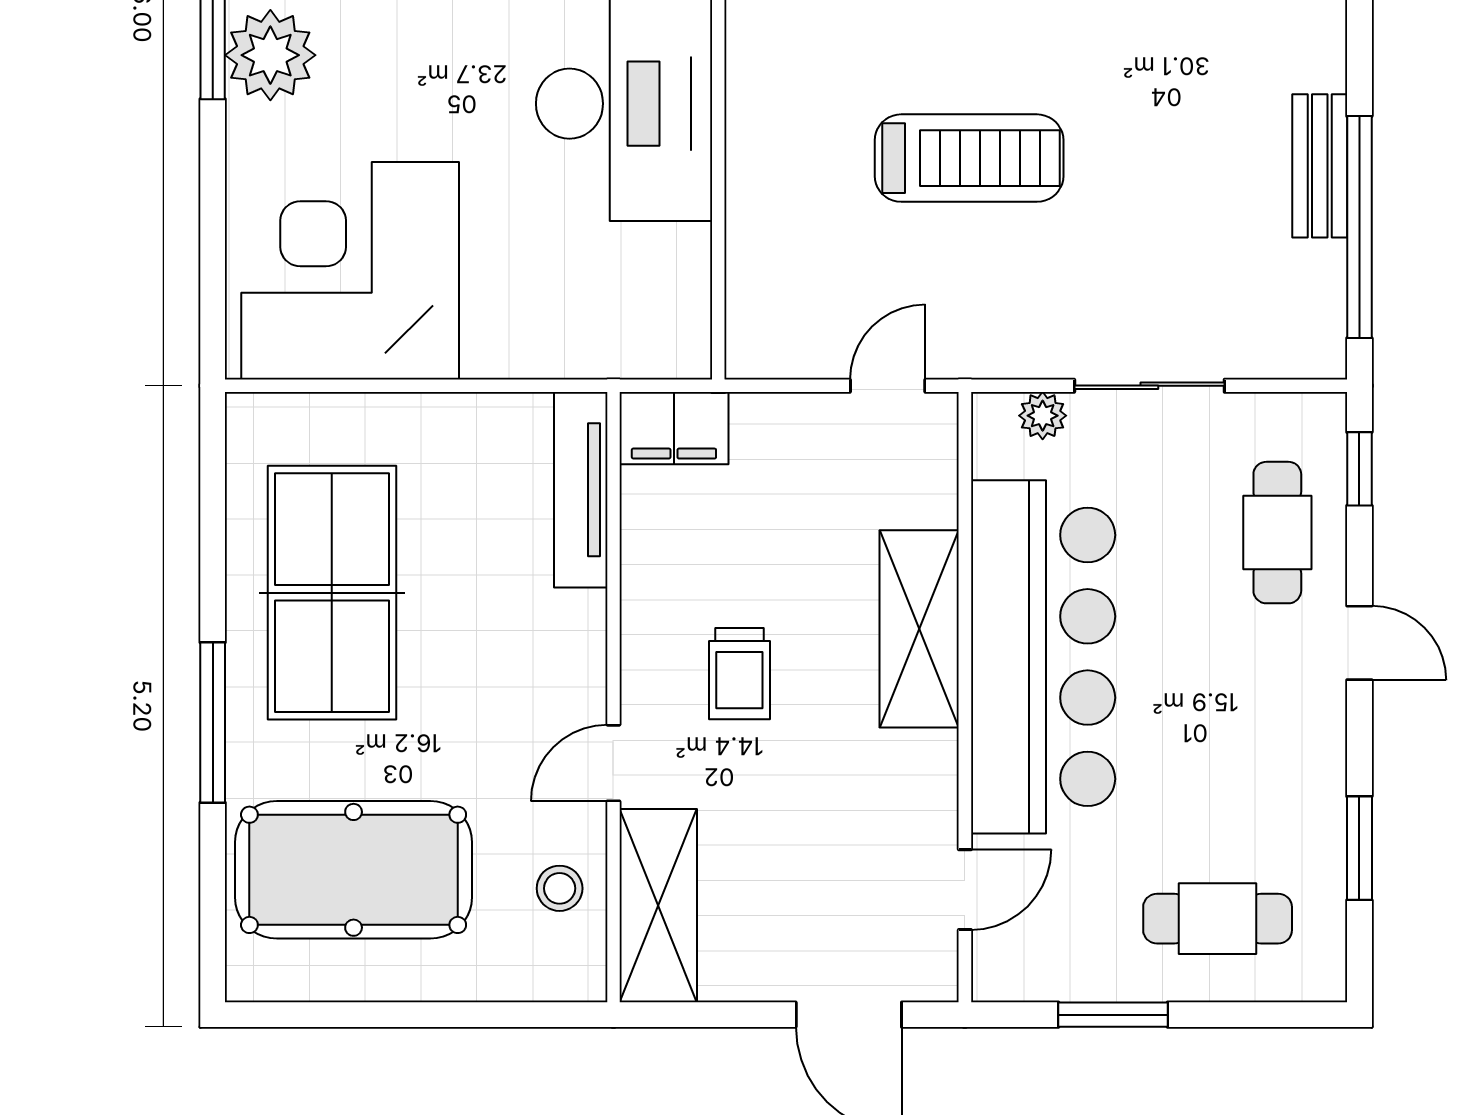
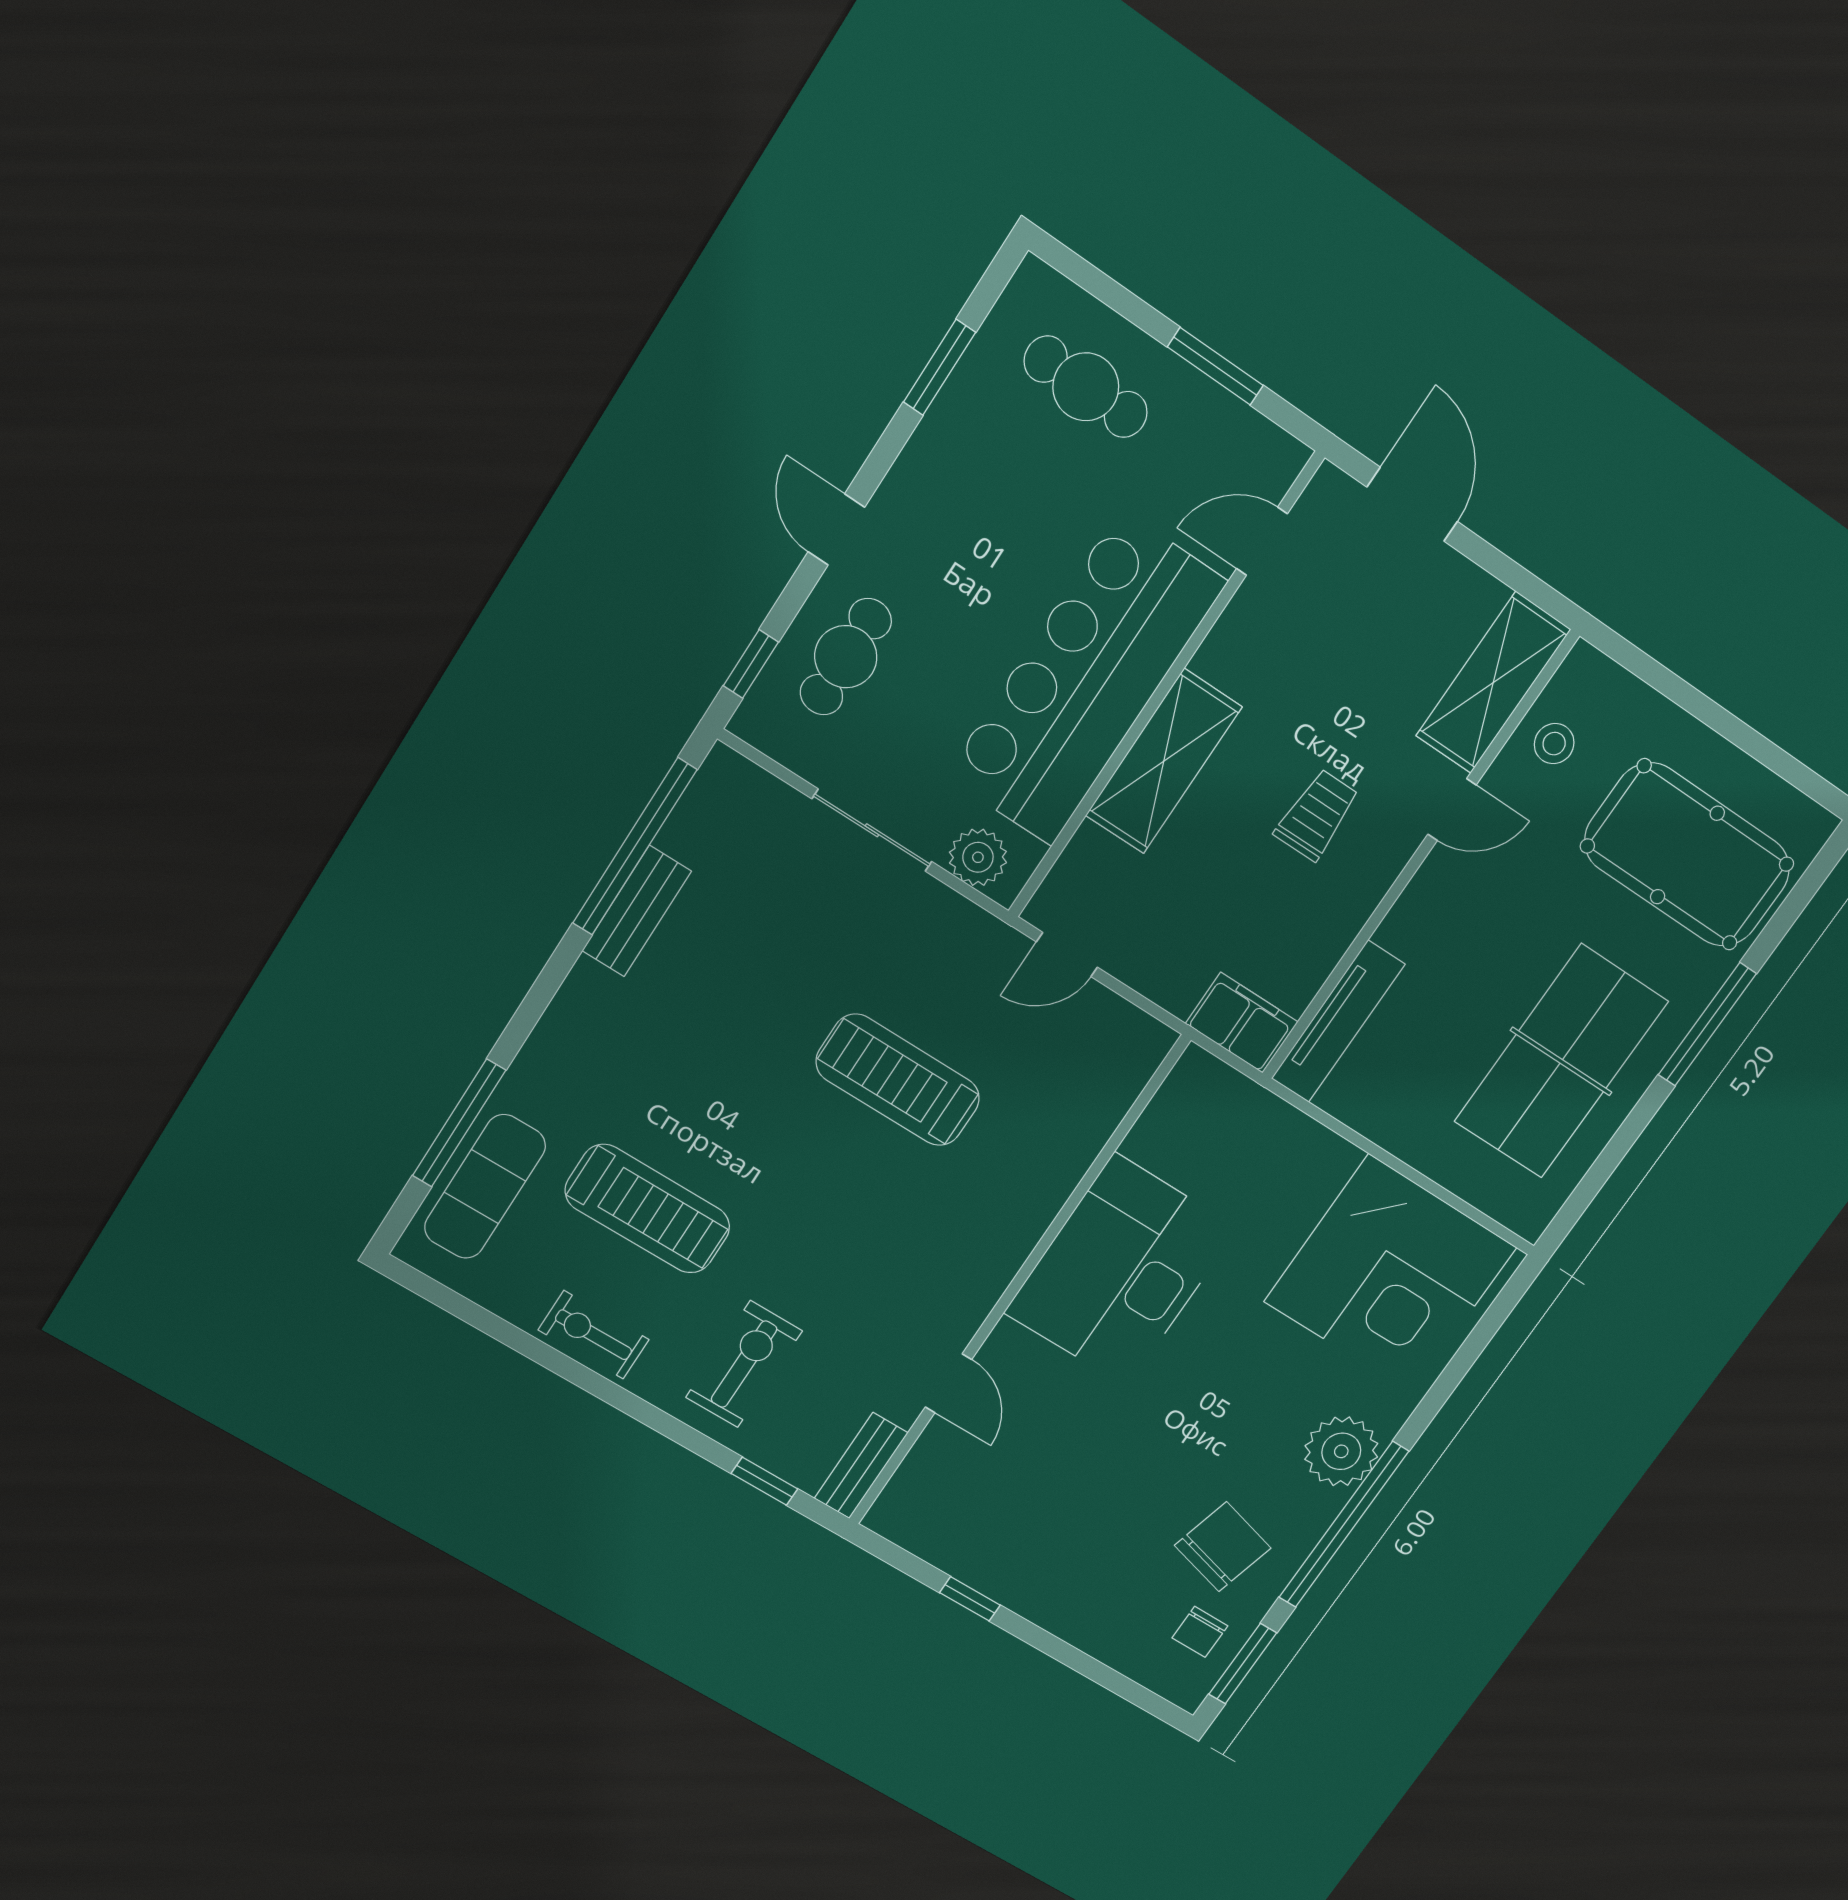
plant: (1043, 416) -> (978, 857), width x1.38, depth x1.38

